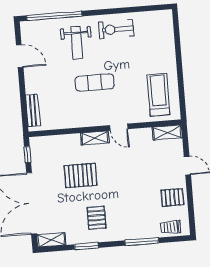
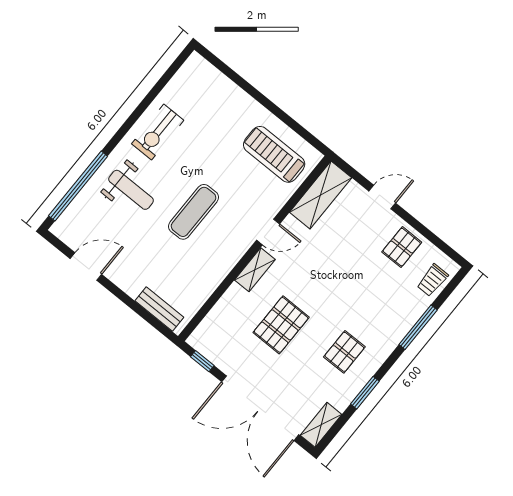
shelving: (167, 132) -> (321, 195), width x1.50, depth x1.33
pallet: (97, 218) -> (344, 352), turned 90

